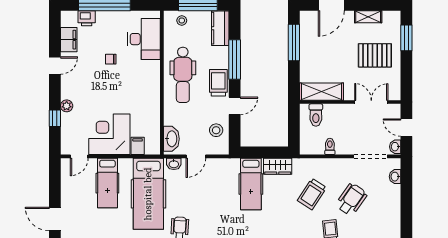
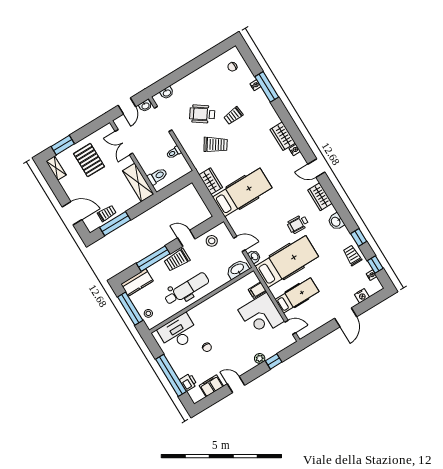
shelving: (368, 17) -> (56, 168), moved
trolley: (310, 40) -> (107, 213), added
hospital bed: (251, 184) -> (242, 192), width x1.37, depth x1.29

